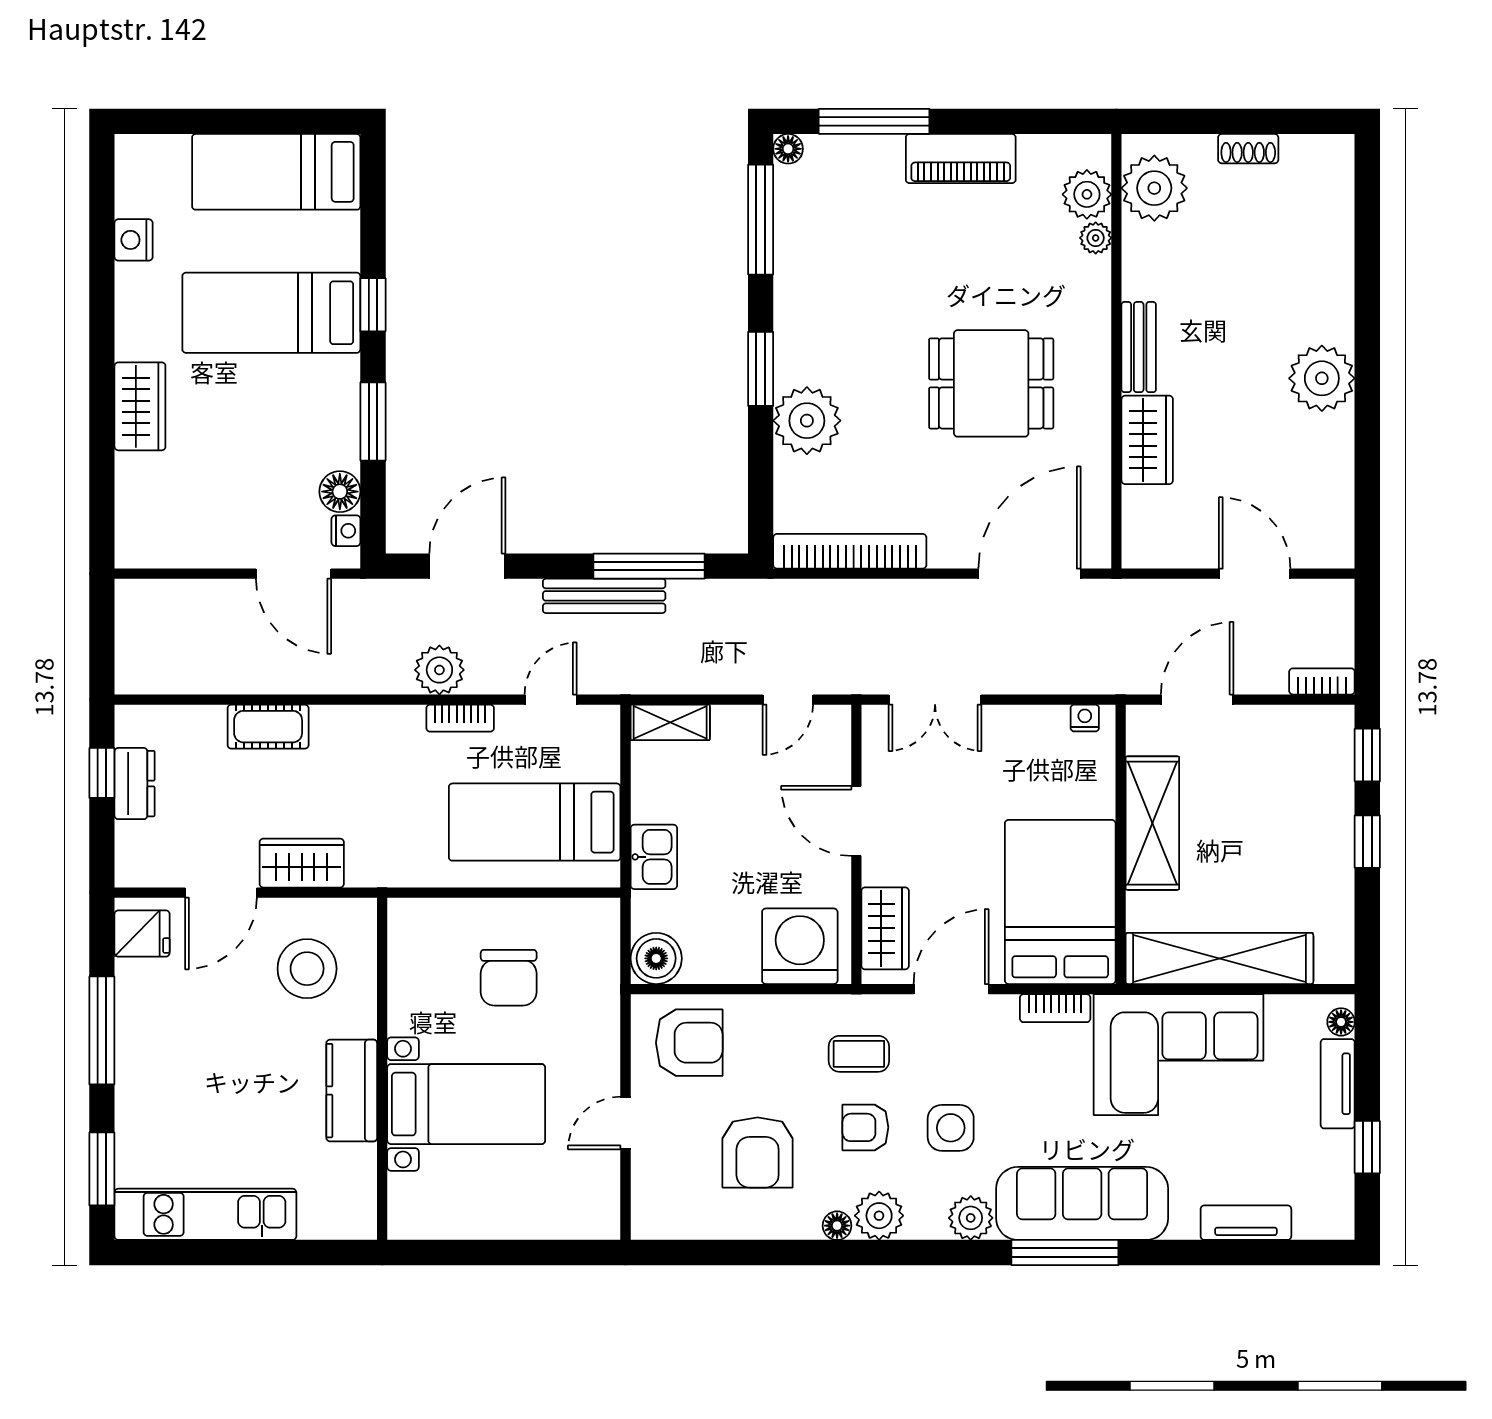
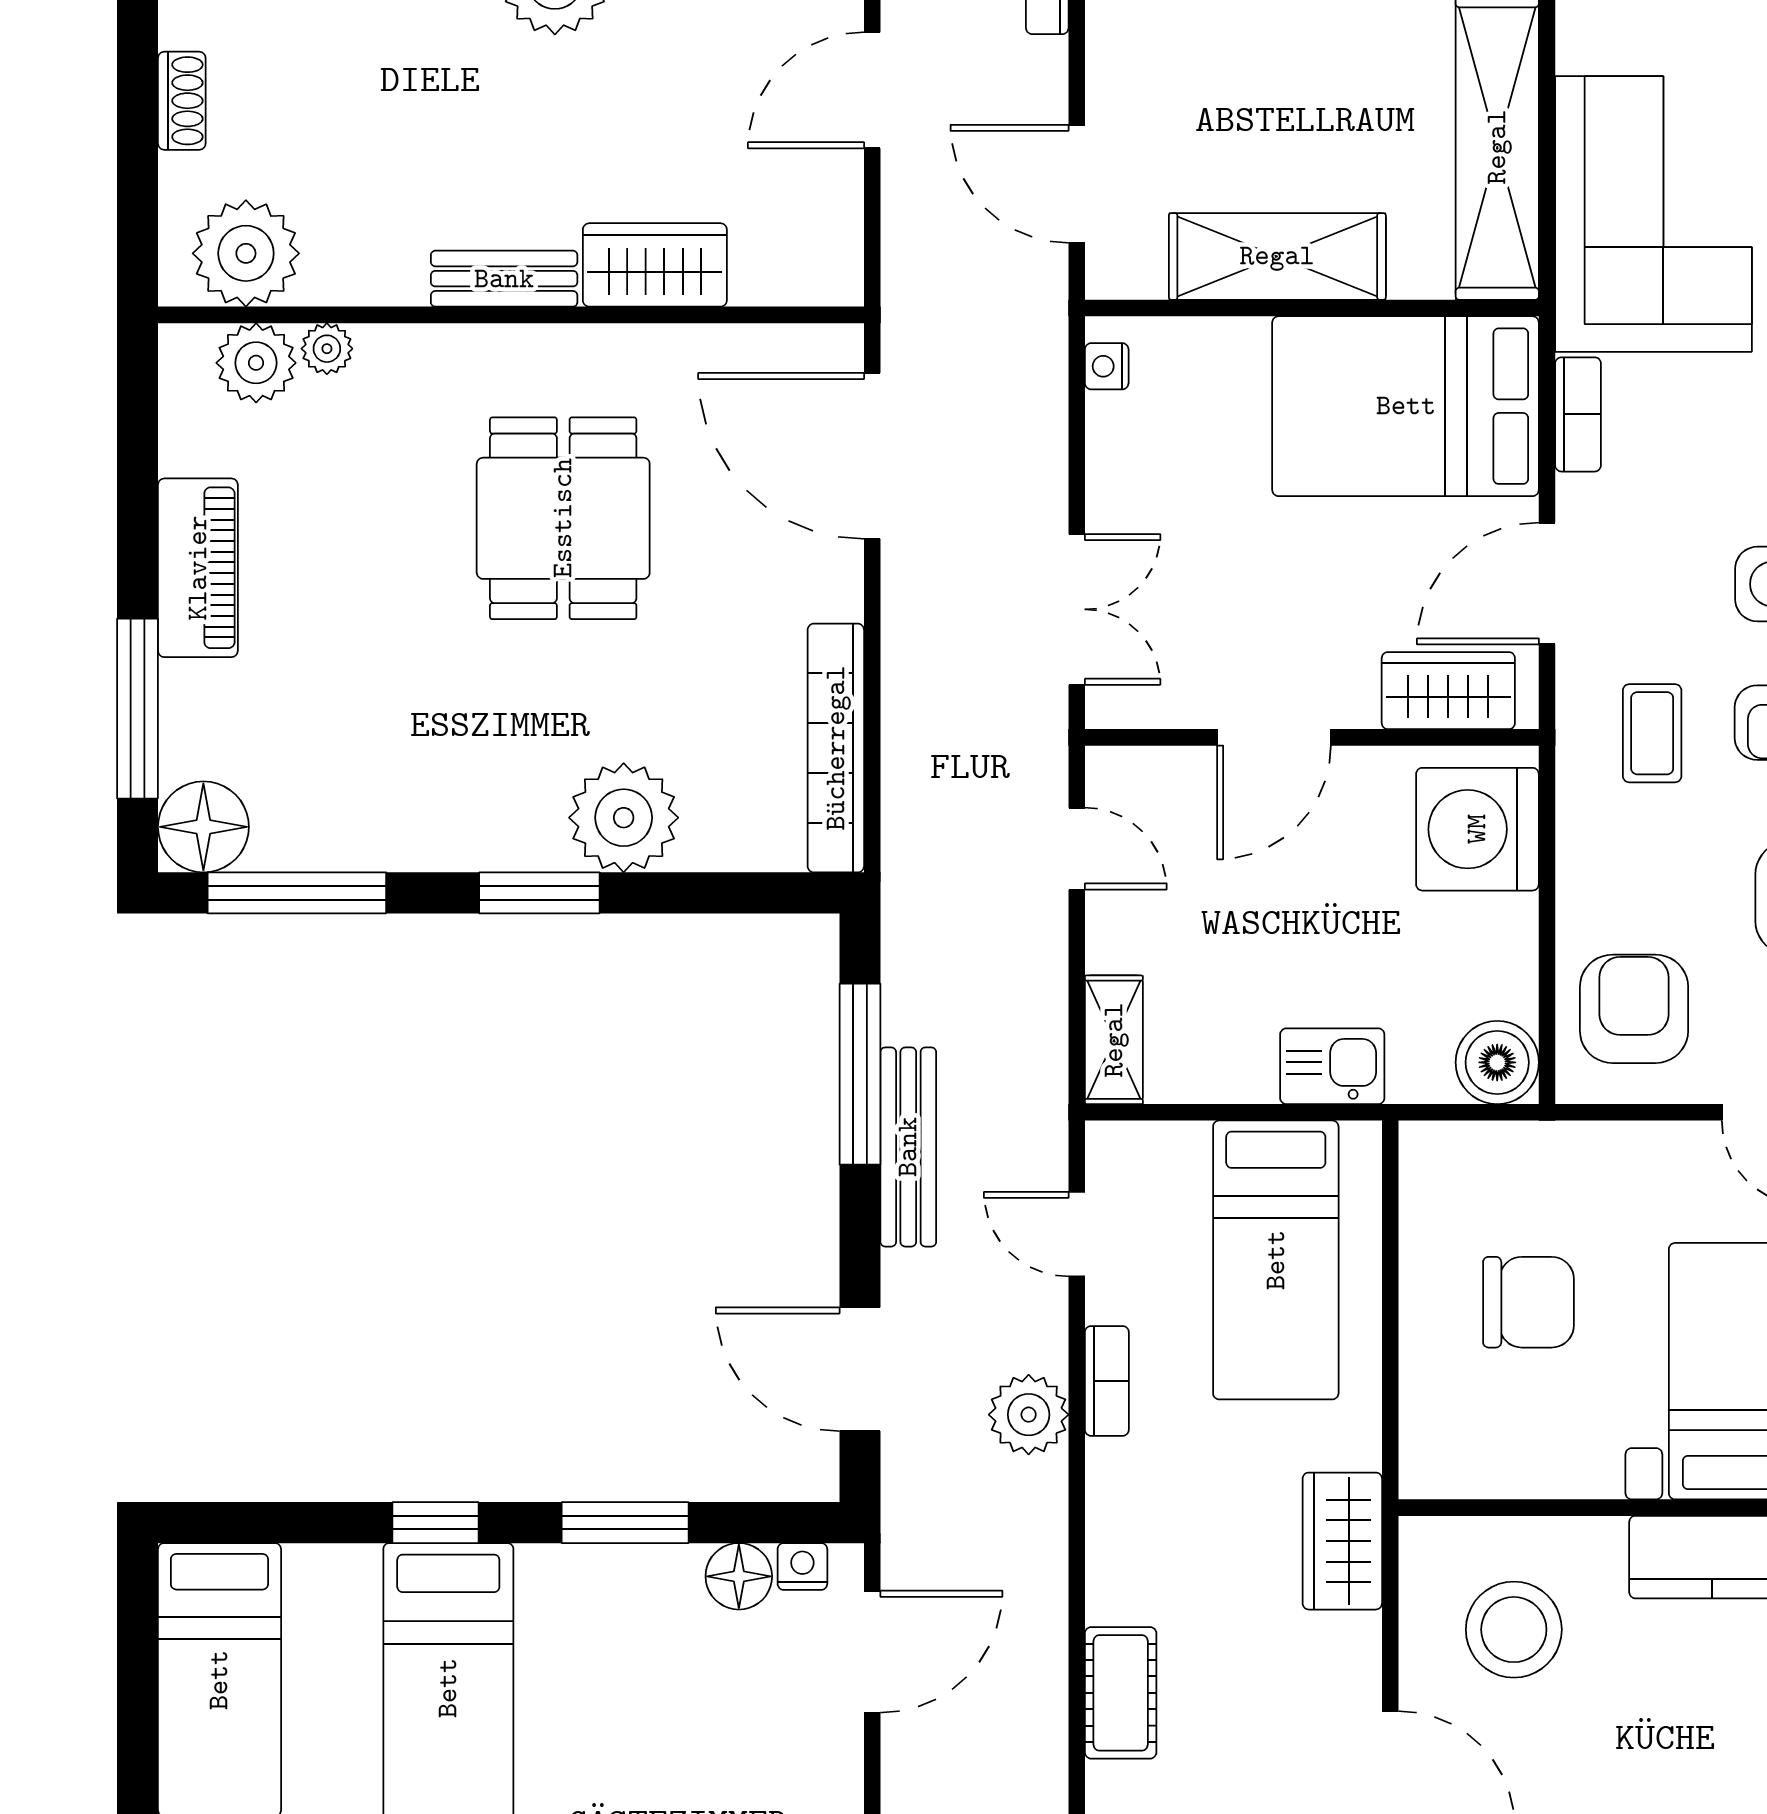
floor lamp: (788, 149) -> (203, 827), width x1.89, depth x1.89
wardrobe: (302, 863) -> (1342, 1541), moved
door: (951, 989) -> (1547, 583), hinge flipped

